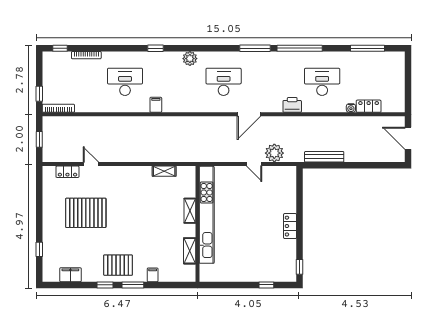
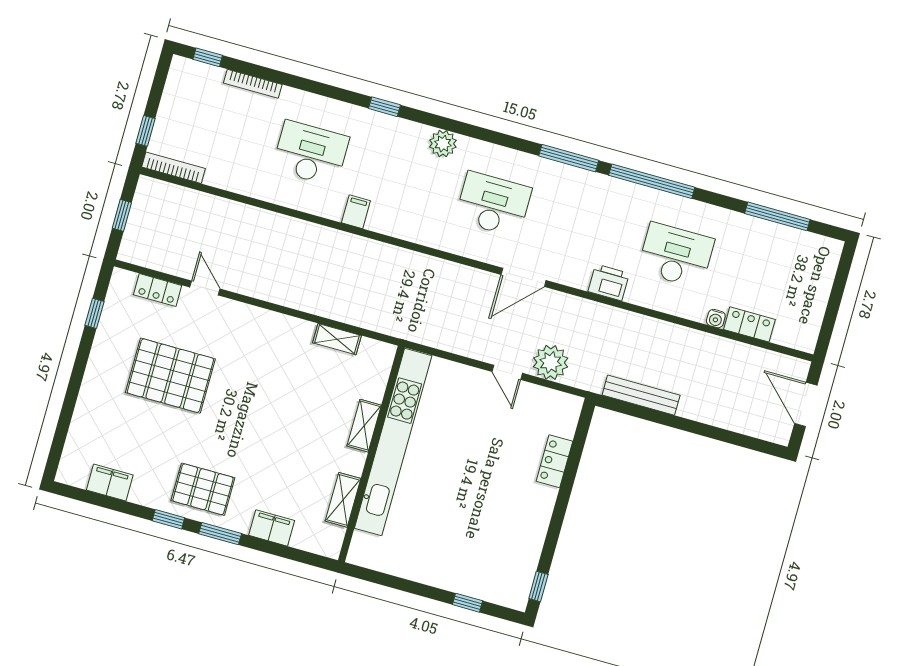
locker: (290, 226) -> (554, 461), moved
window: (39, 249) -> (95, 313), moved
filing cabinet: (153, 275) -> (272, 528), width x2.00

